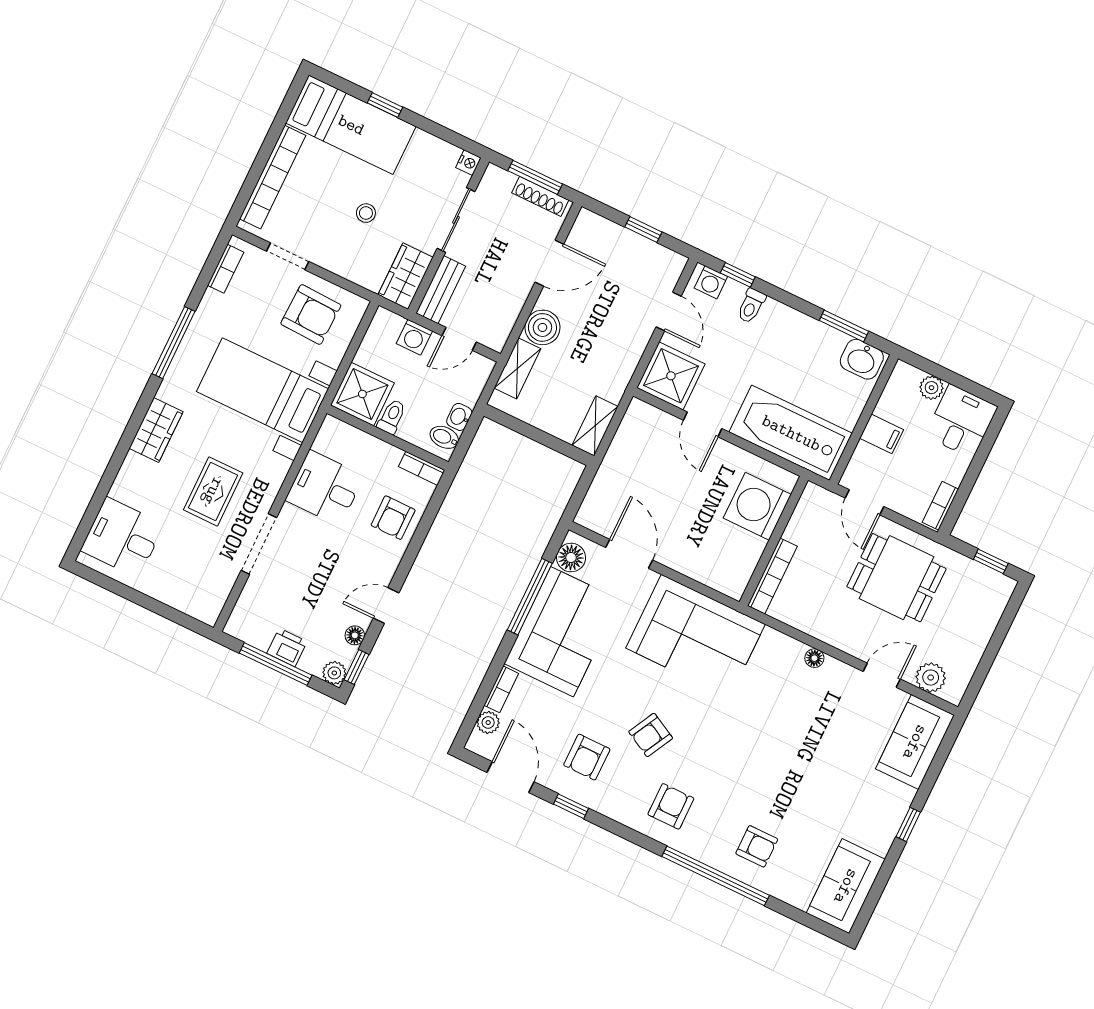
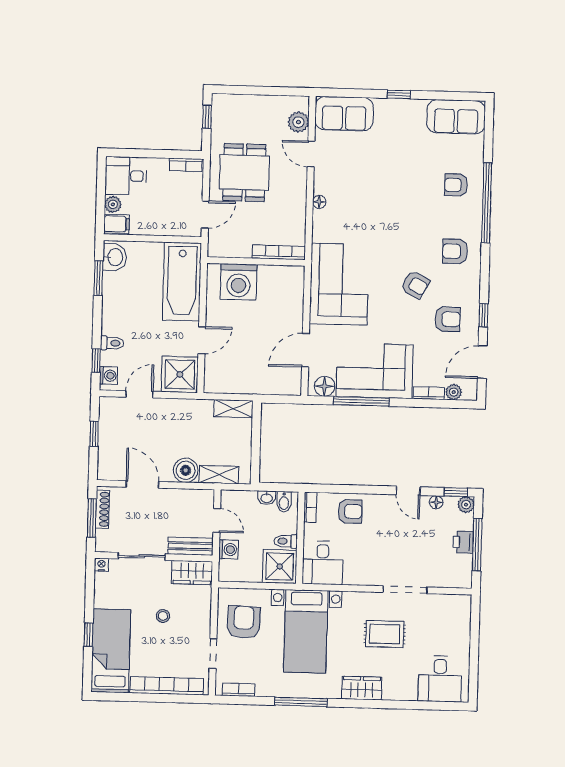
filing cabinet: (882, 434) -> (117, 224), moved, turned 90
desk: (325, 488) -> (323, 563), moved
armchair: (757, 846) -> (456, 185), turned -90

